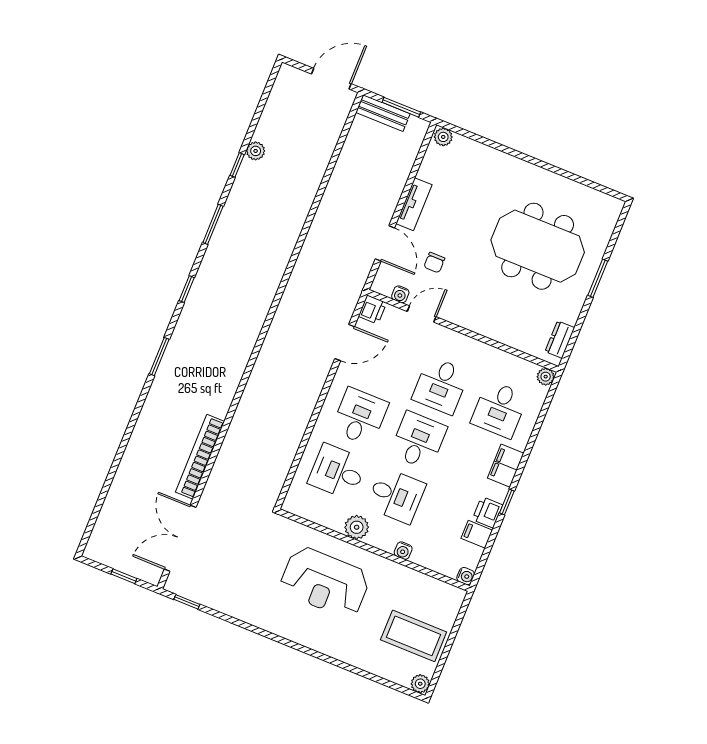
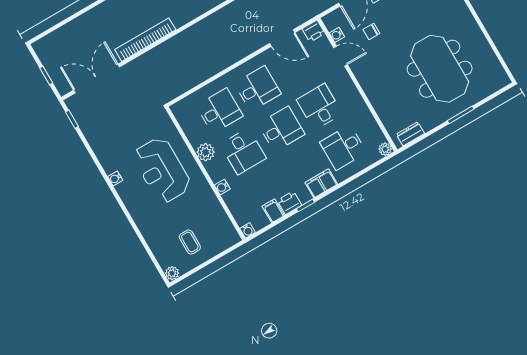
desk: (441, 385) -> (319, 107), turned 90
desk: (337, 472) -> (219, 111), turned 90
water cooler: (282, 629) -> (115, 178), added
coffee table: (414, 636) -> (190, 242), width x0.54, depth x0.58

